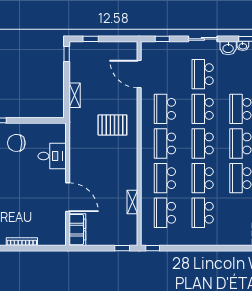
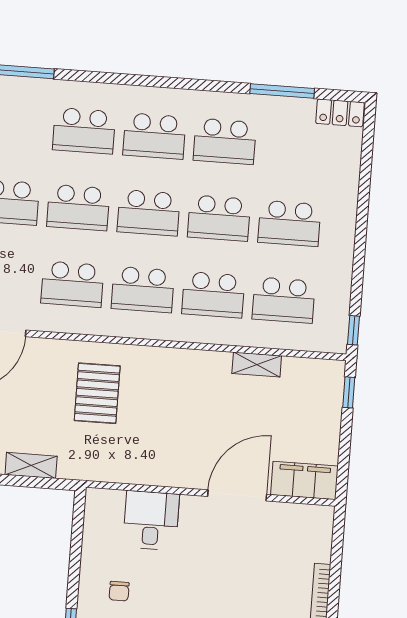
chair: (16, 143) -> (119, 591), width x0.54, depth x0.54

